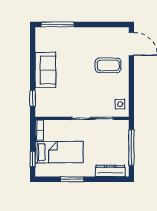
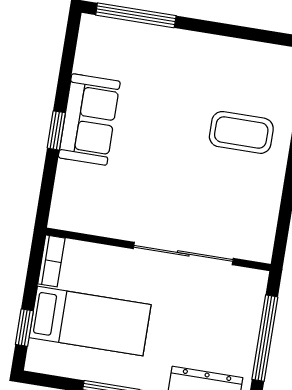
window: (33, 98) -> (56, 130), moved
side table: (120, 104) -> (255, 230), removed

